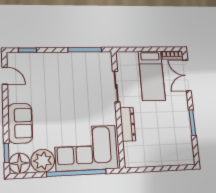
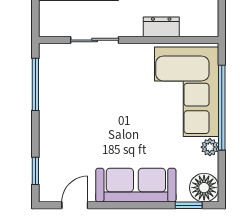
sofa: (20, 123) -> (136, 185), width x1.36
dresser: (128, 124) -> (161, 27), width x0.70
plant: (43, 161) -> (210, 147), width x0.53, depth x0.53

